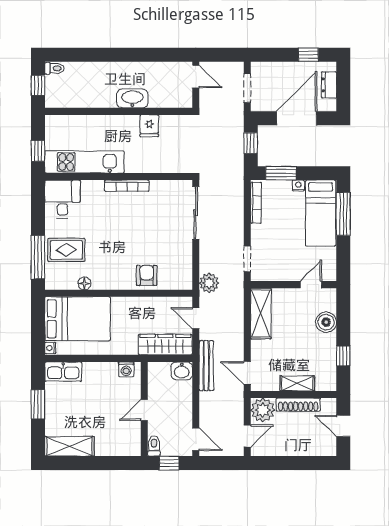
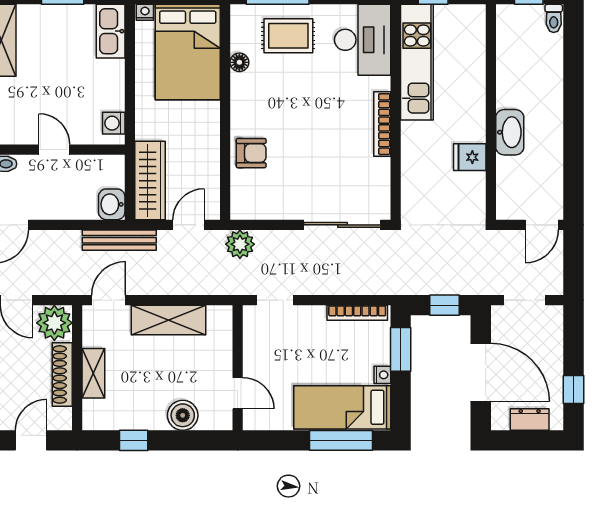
desk: (63, 199) -> (363, 40), width x1.37
rug: (66, 250) -> (288, 36), turned 90
shelving: (261, 314) -> (168, 320), moved

